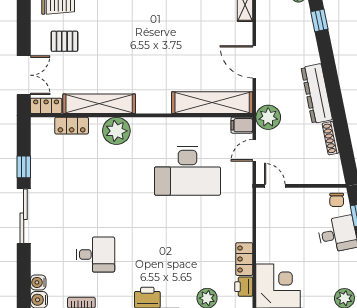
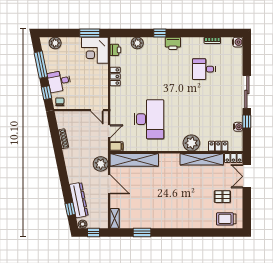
dresser: (317, 94) -> (79, 200), moved
plant: (268, 117) -> (101, 164), moved
desk: (187, 171) -> (149, 119), turned 90
locker: (244, 259) -> (115, 76), moved
water cooler: (38, 282) -> (238, 127), moved

